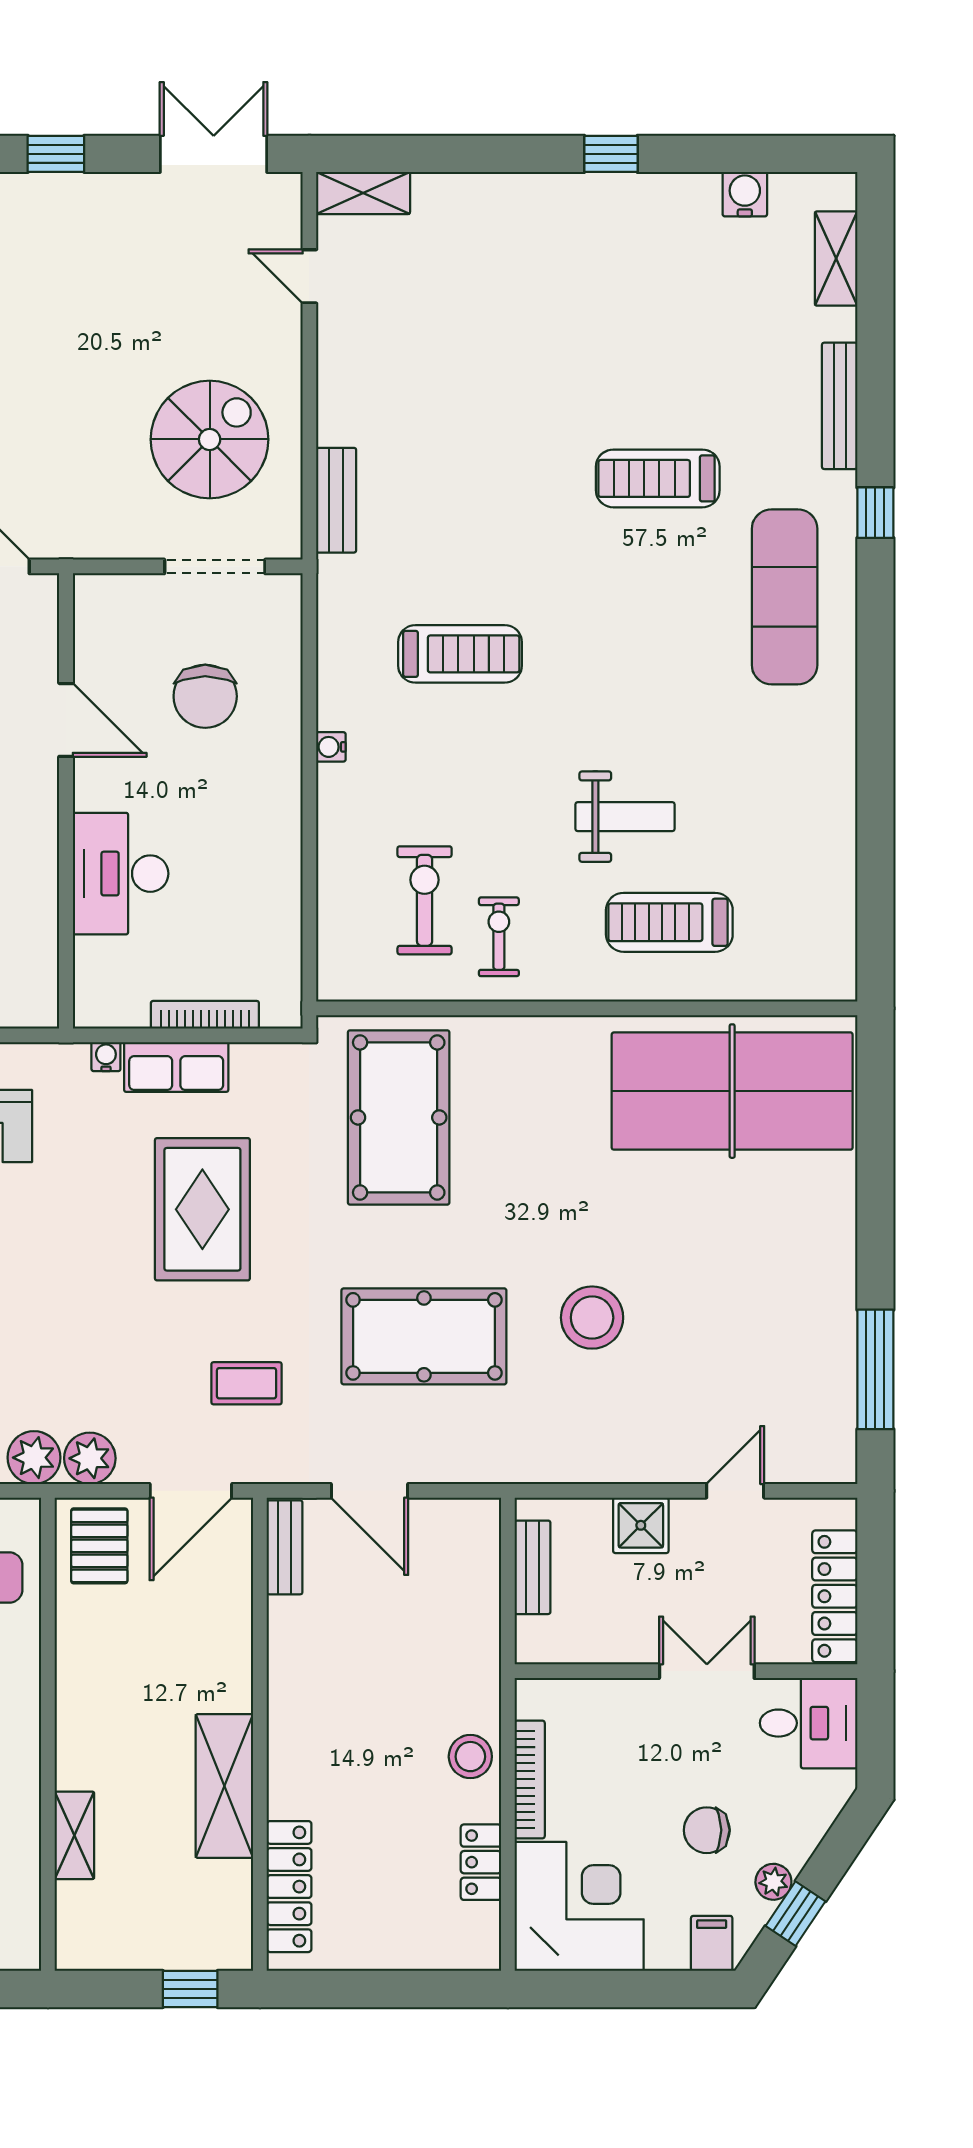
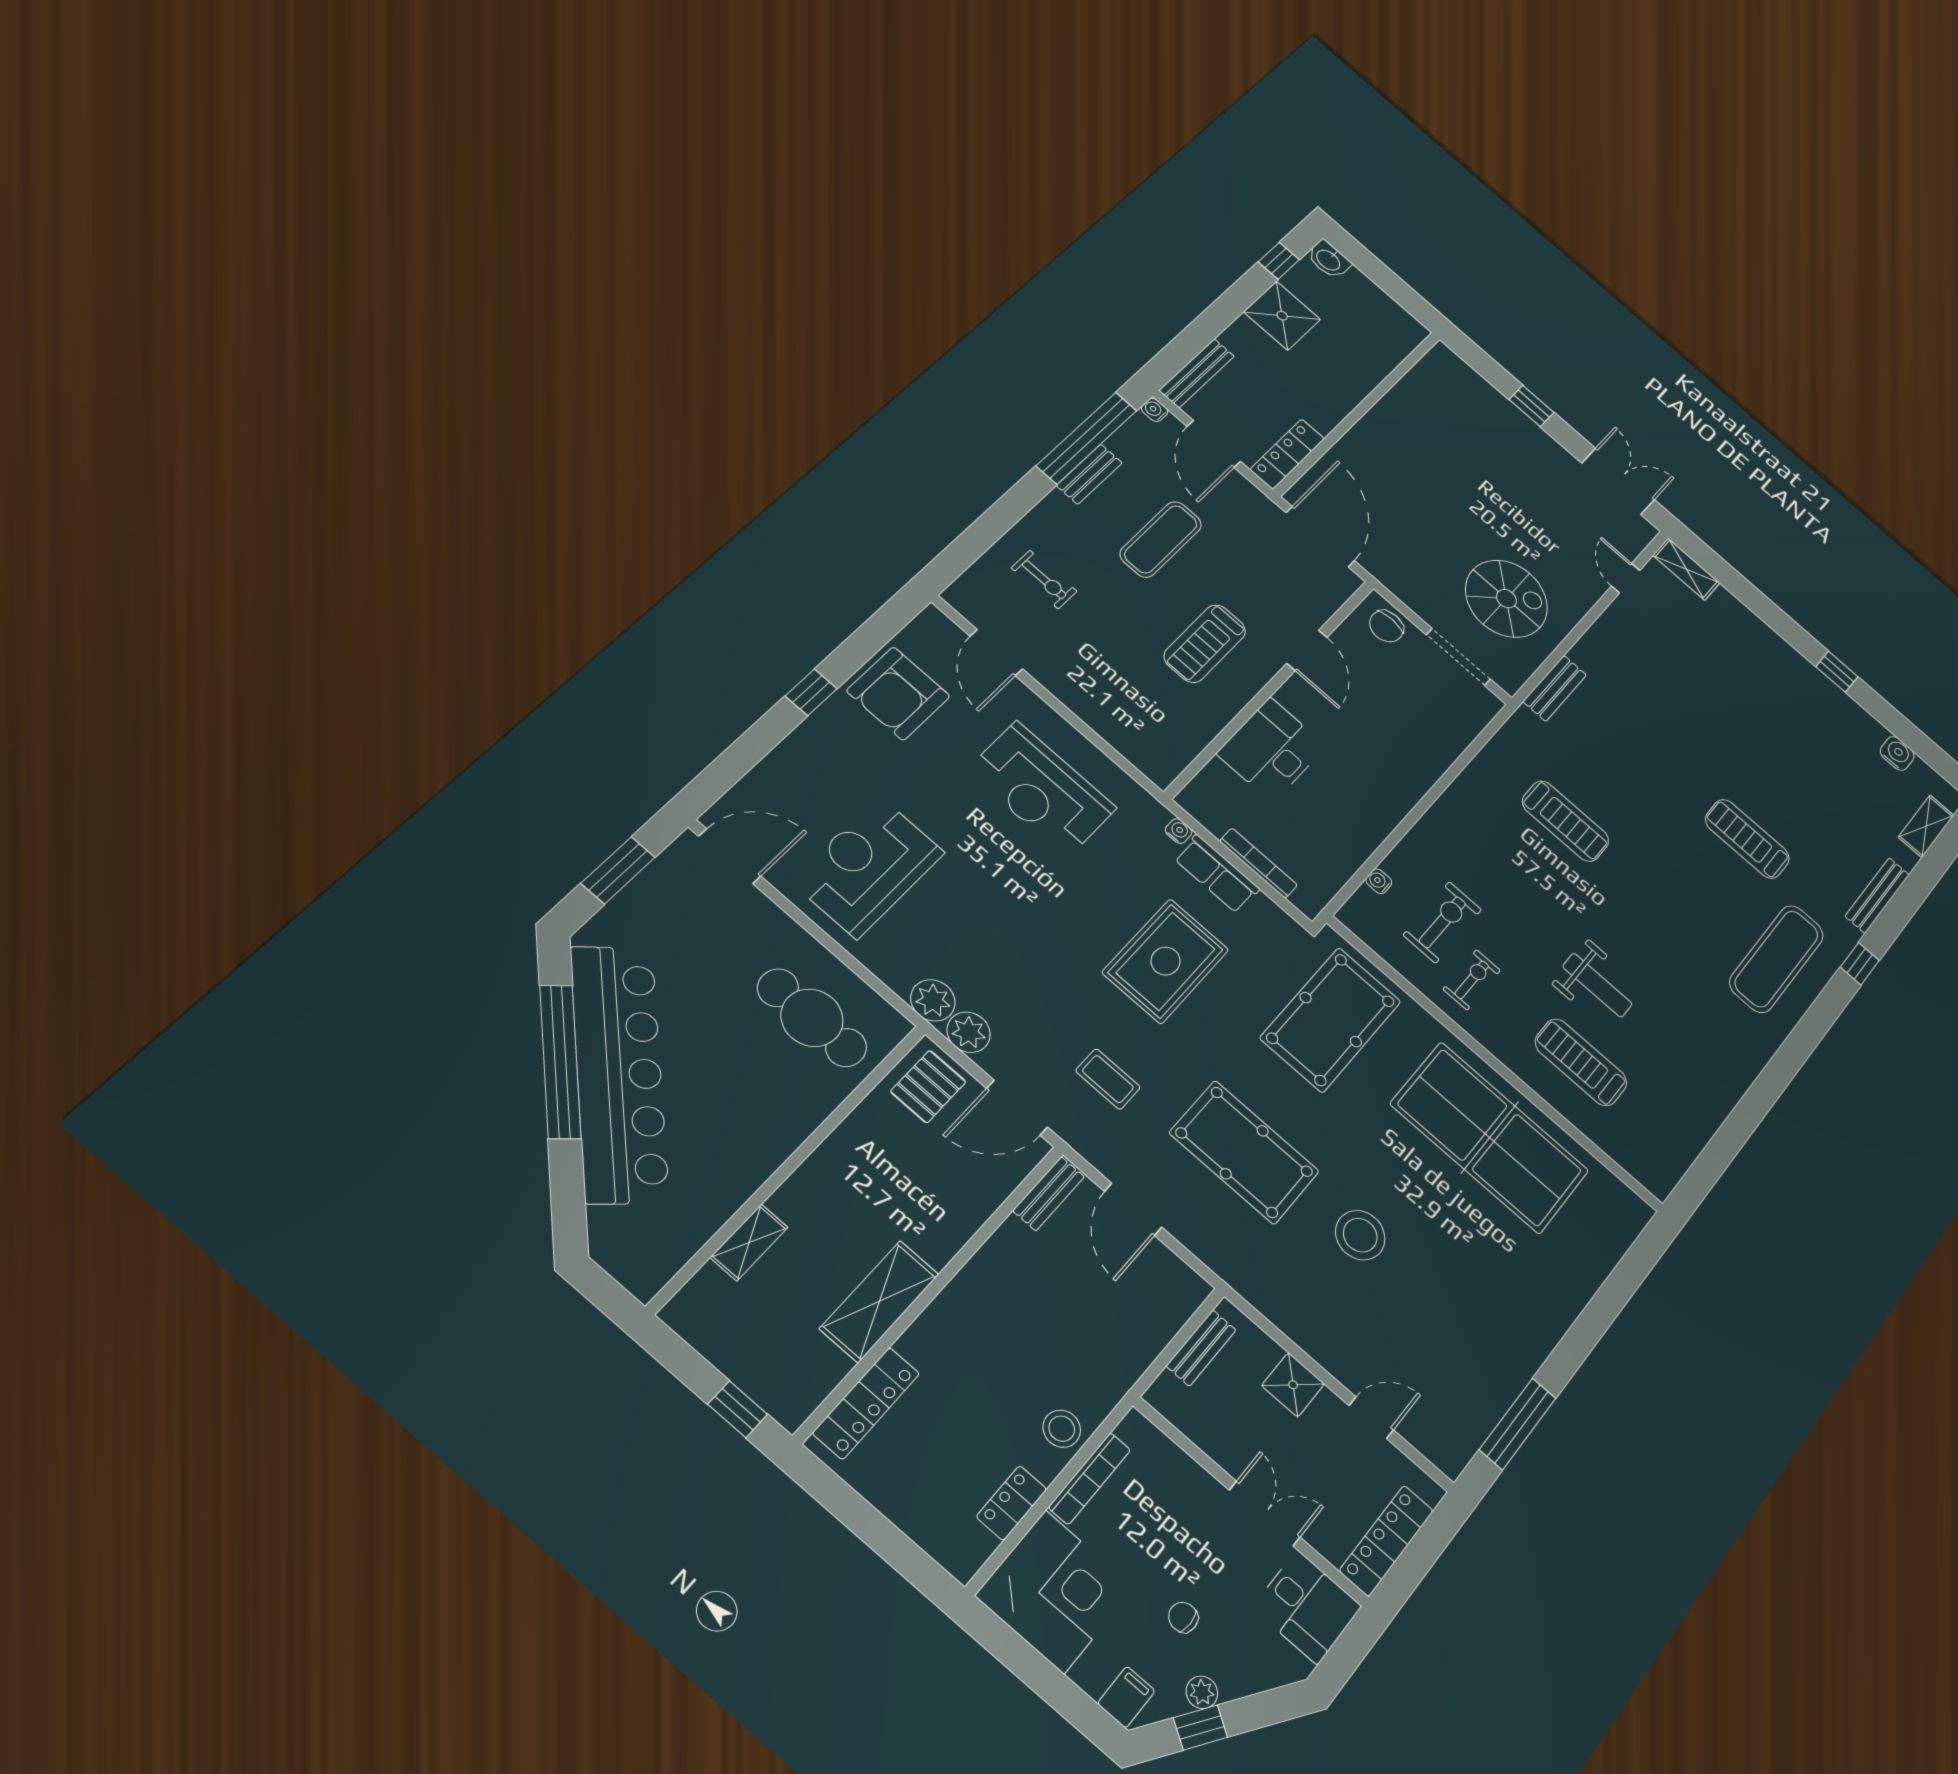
chair: (205, 696) -> (1386, 626), moved, width x0.73, depth x0.73
water cooler: (331, 747) -> (1379, 881), moved
table tennis table: (732, 1091) -> (1490, 1137), moved
chair: (707, 1830) -> (1183, 1617), width x0.73, depth x0.73

